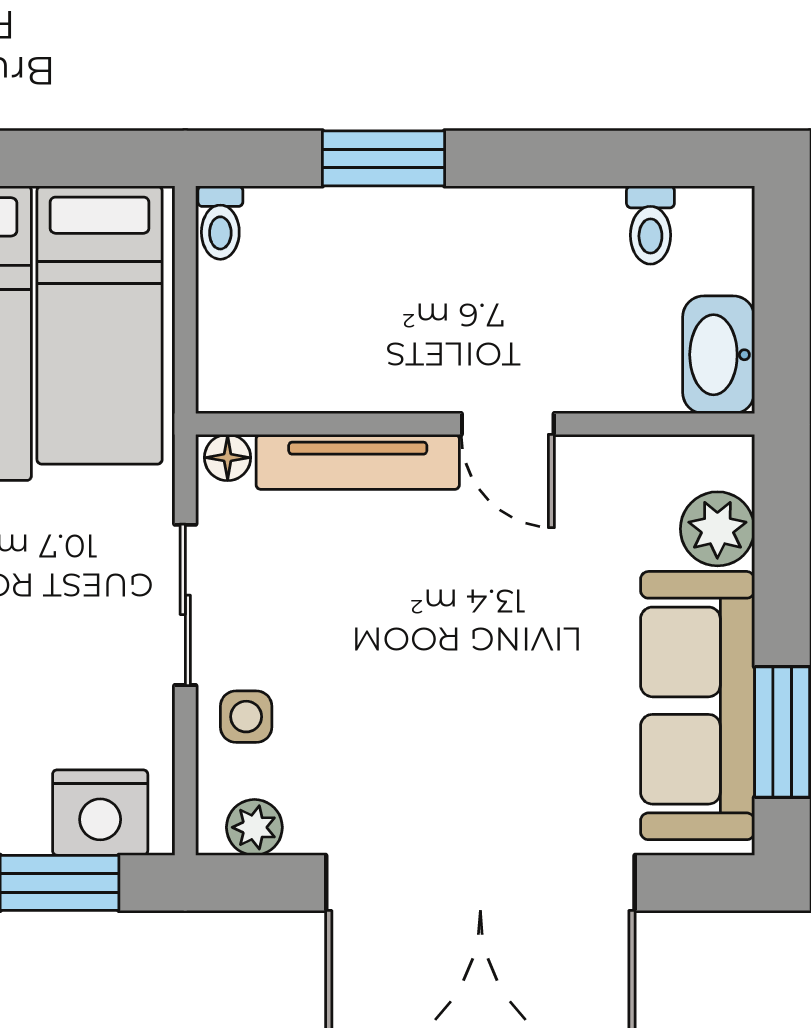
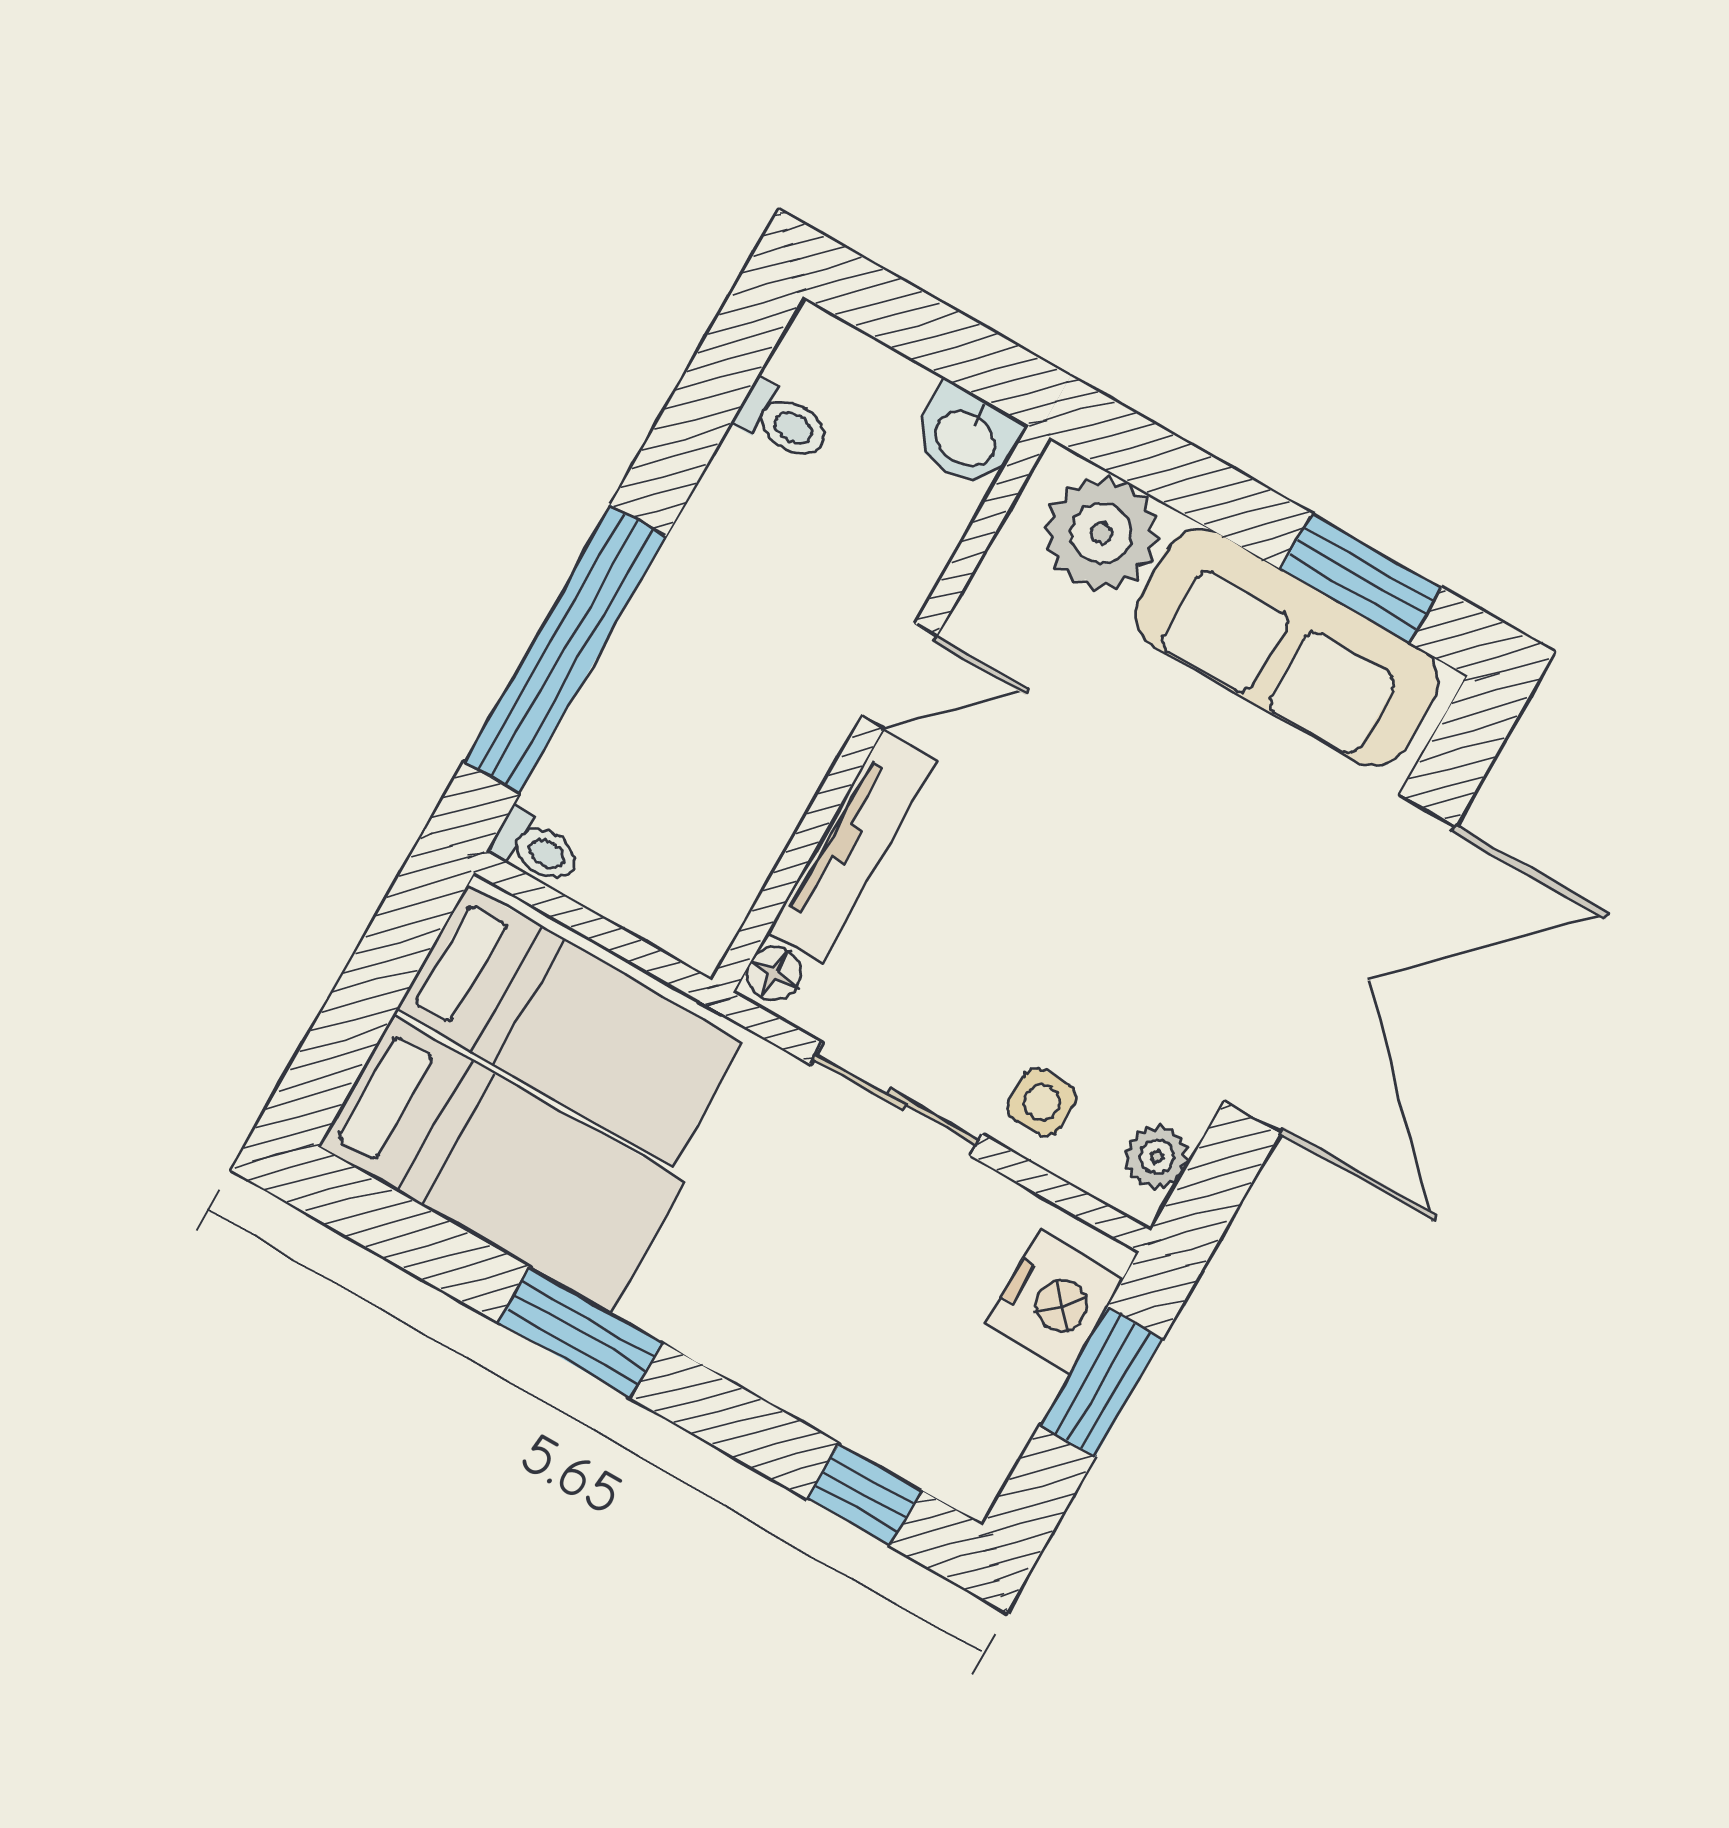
window: (384, 158) -> (565, 649), width x2.11
washbasin: (719, 355) -> (966, 437), width x0.72
plant: (717, 529) -> (1101, 533), width x1.36, depth x1.36

